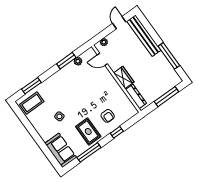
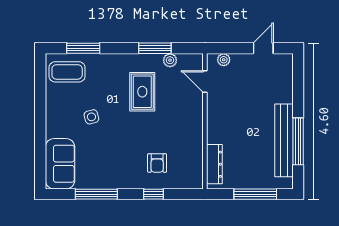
bench: (144, 36) -> (284, 140), moved
wardrobe: (124, 78) -> (216, 127), removed
rug: (88, 132) -> (142, 92), moved

